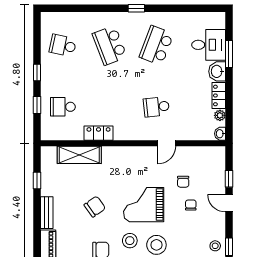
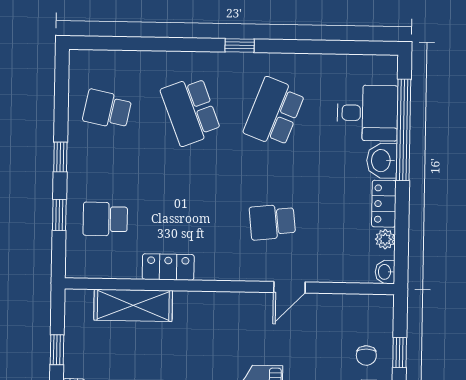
window: (229, 54) -> (404, 130), width x2.11
chair: (183, 182) -> (366, 356), moved

